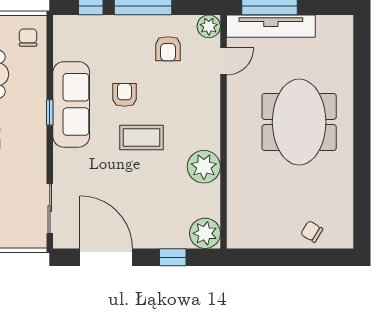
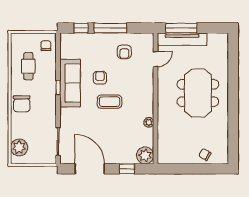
plant: (209, 26) -> (147, 39), removed
plant: (204, 167) -> (149, 122), width x0.53, depth x0.53

